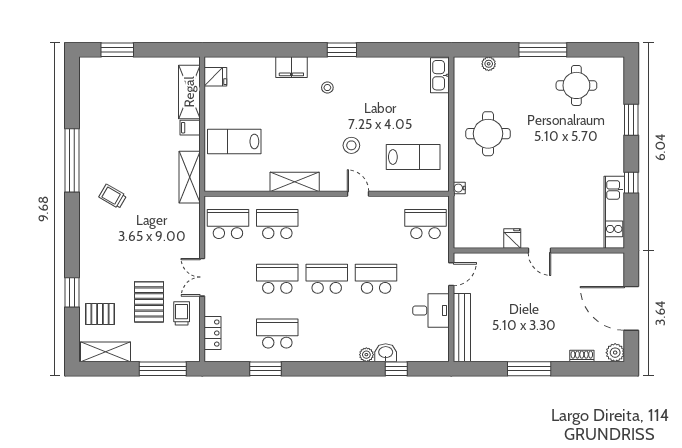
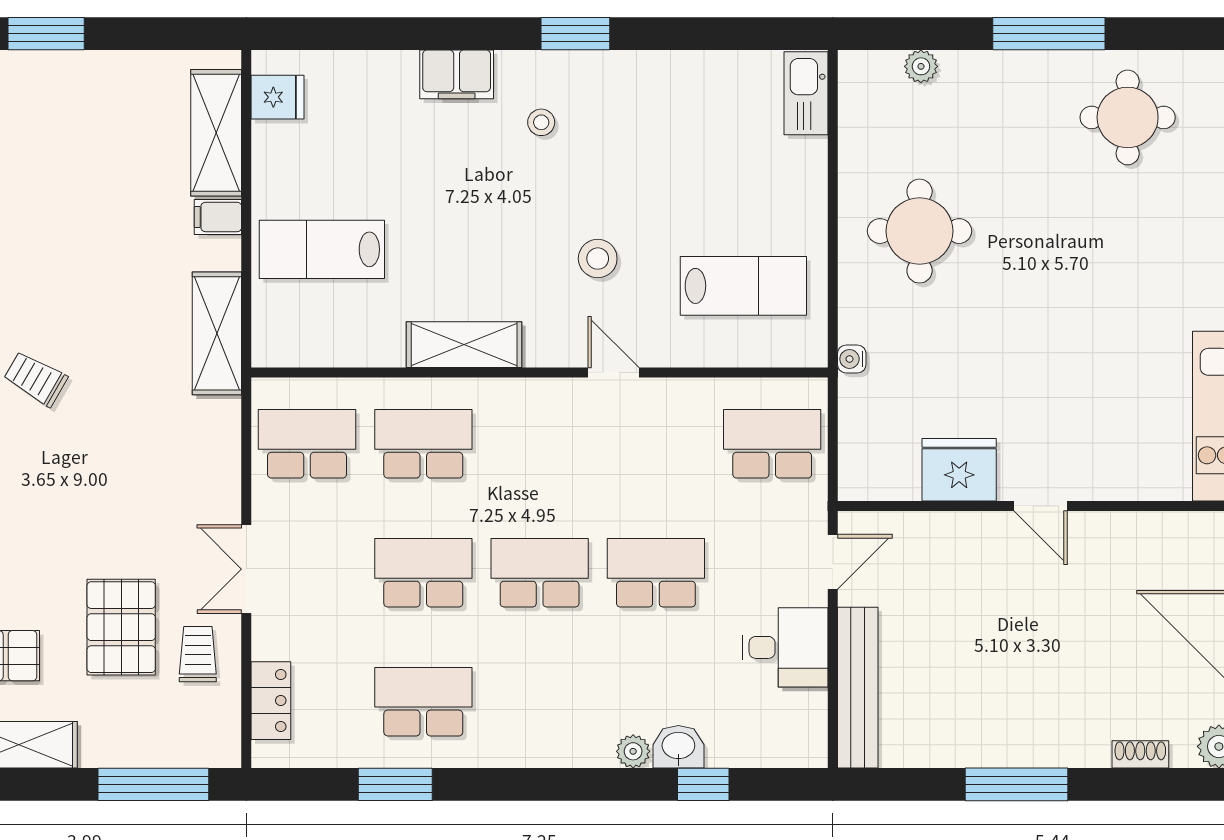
fridge: (512, 238) -> (959, 470), width x1.88, depth x1.34

